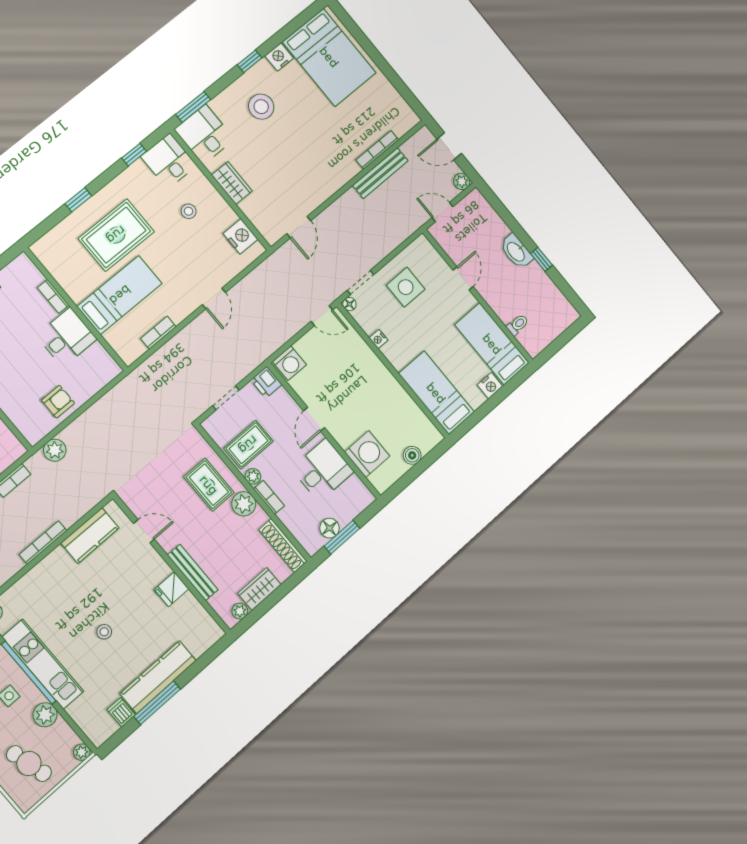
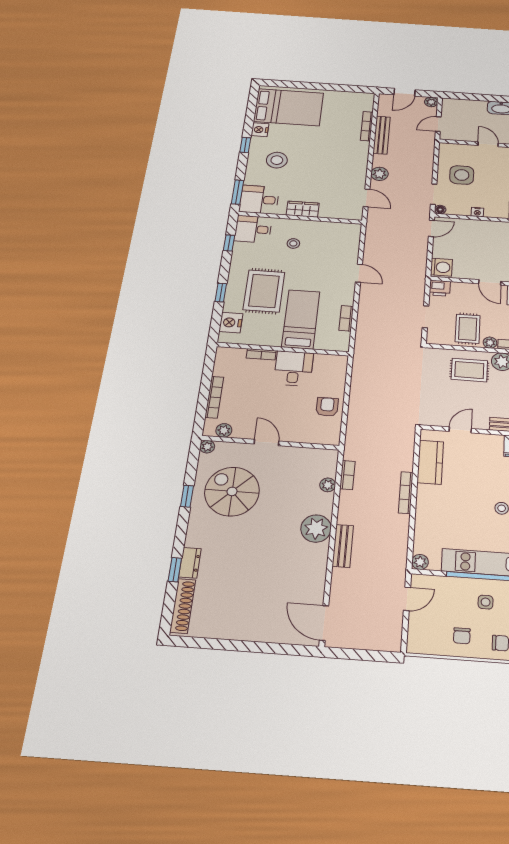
nightstand: (241, 236) -> (231, 323), moved, turned -90
plant: (55, 450) -> (380, 174), moved

